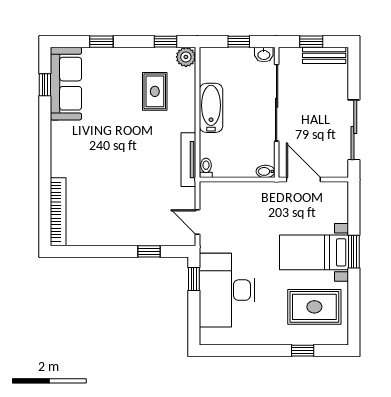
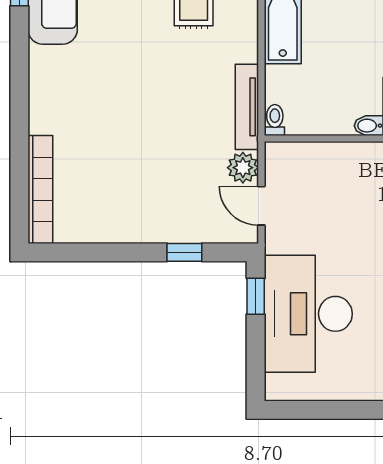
plant: (186, 198) -> (243, 168), added

